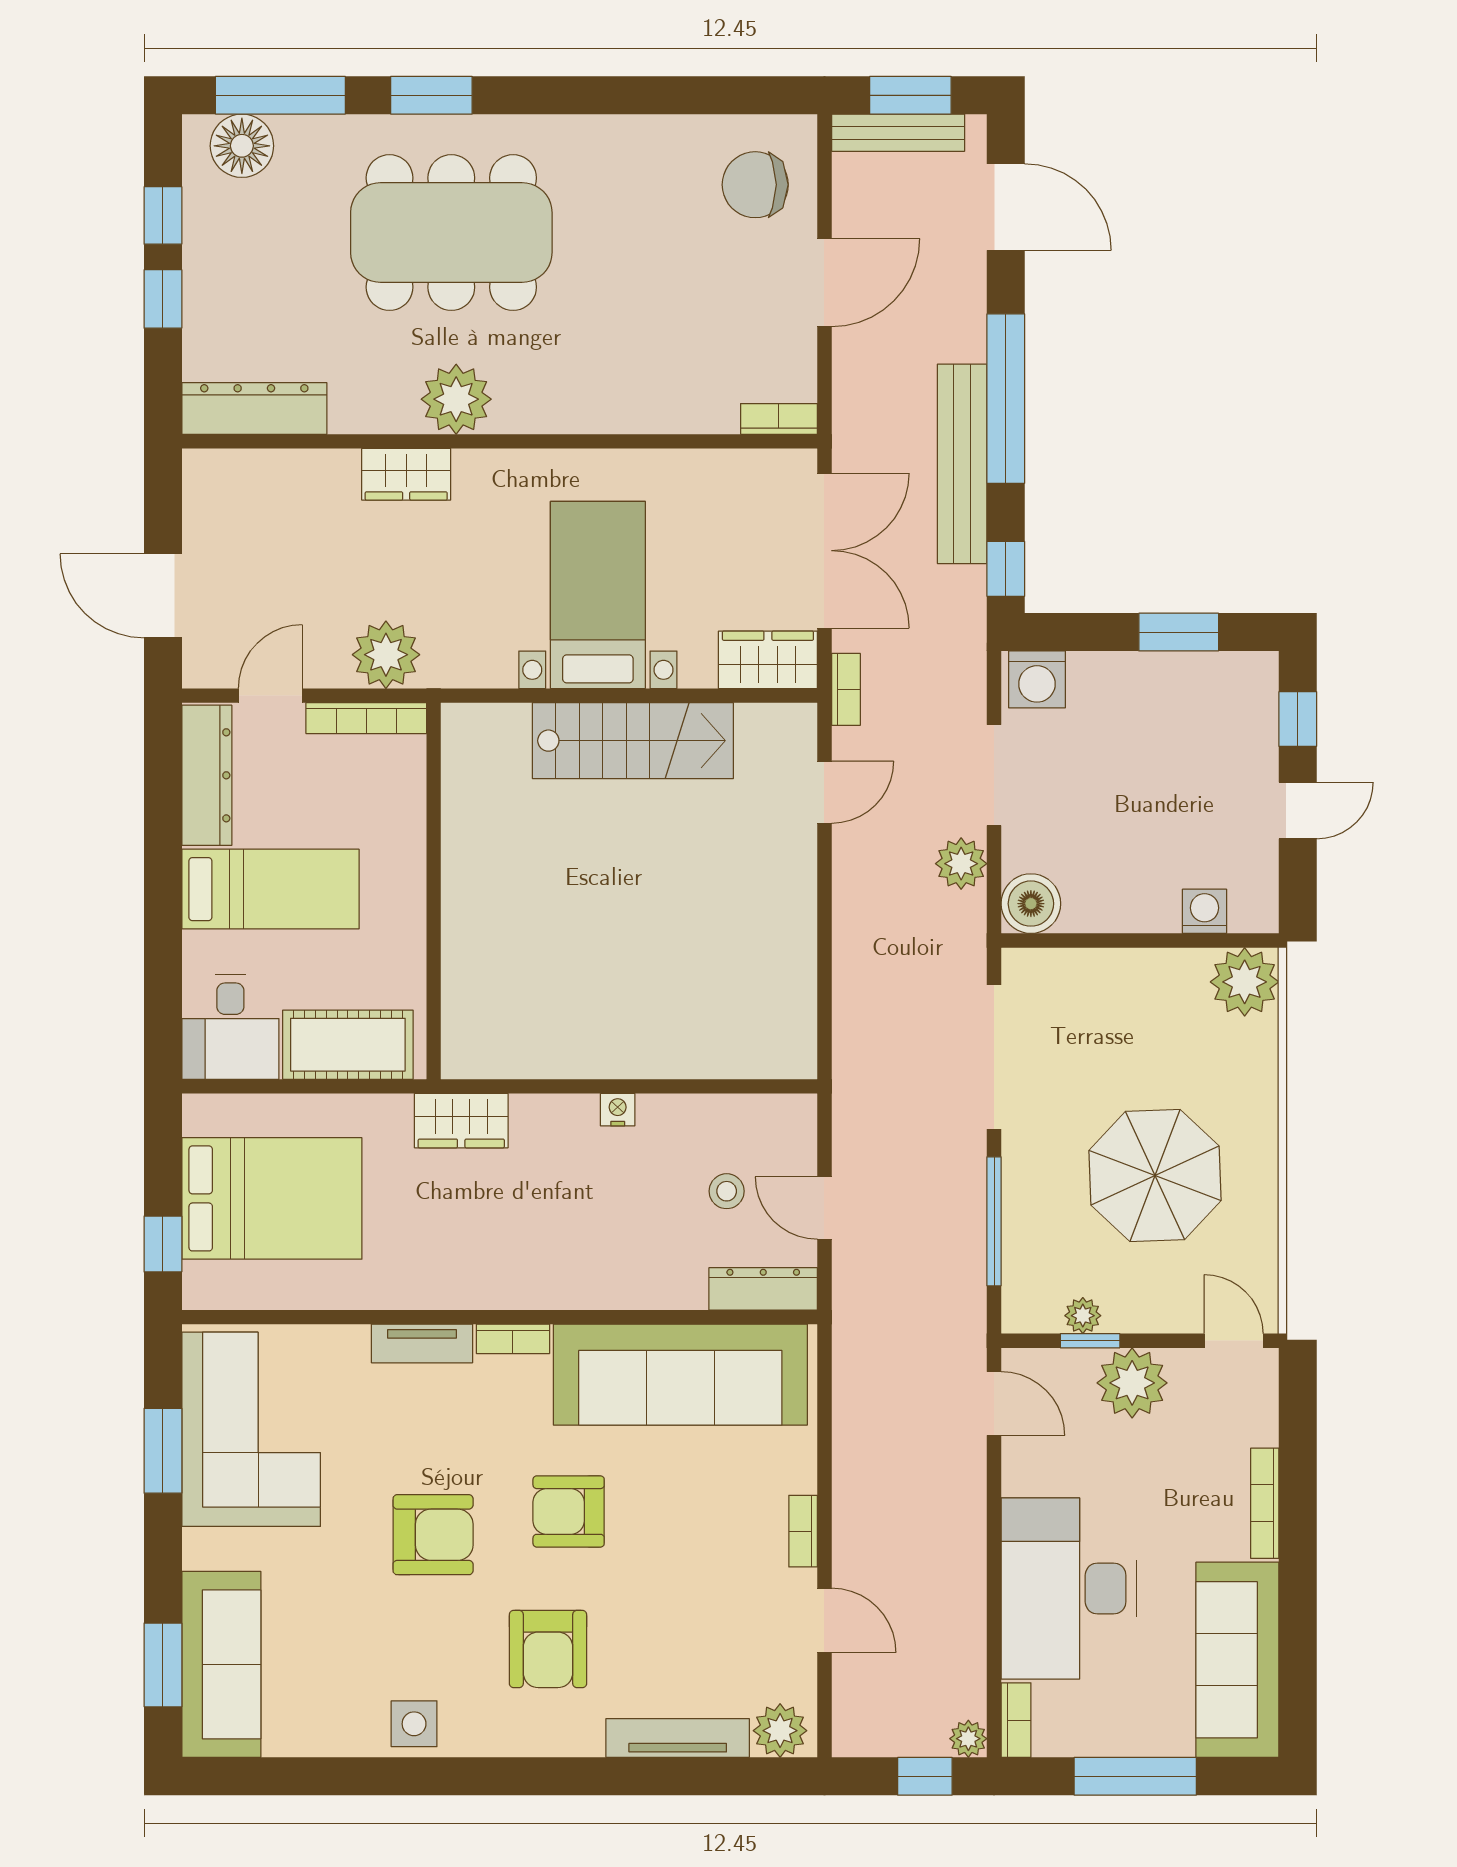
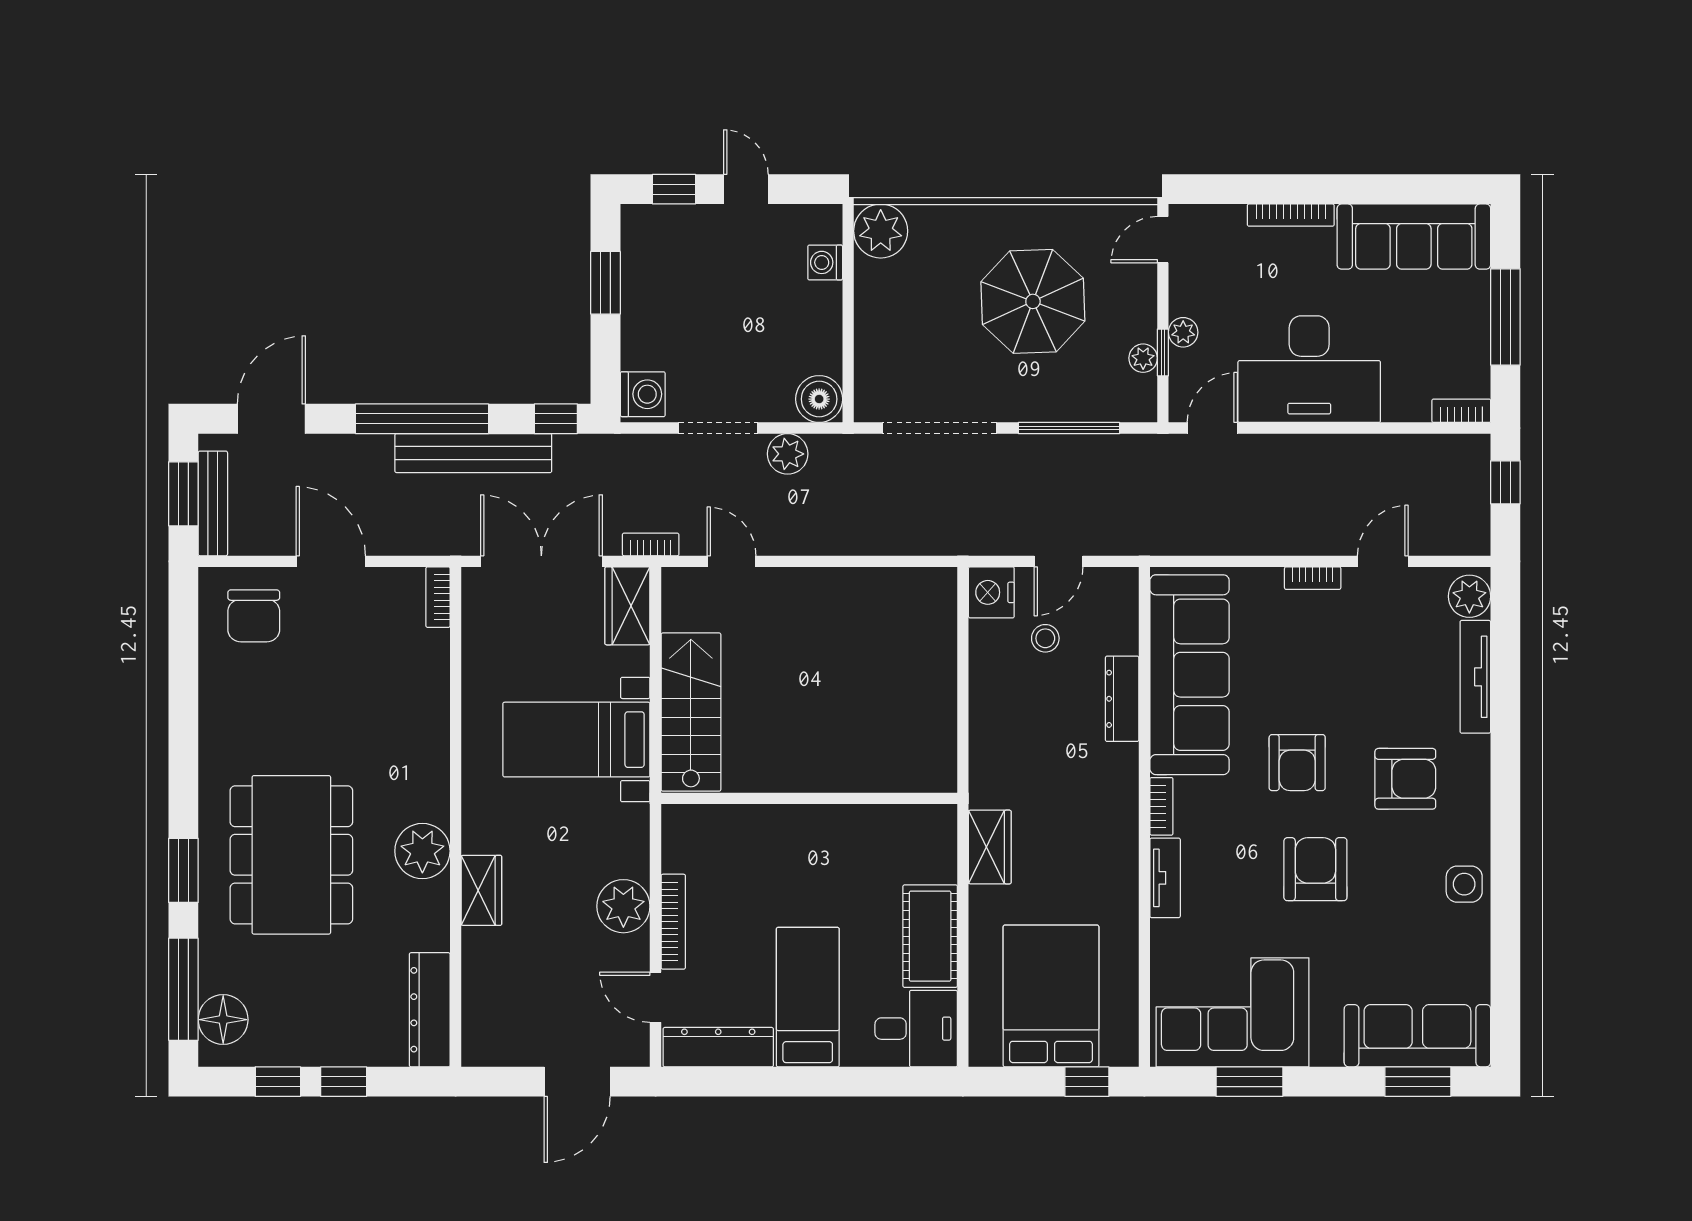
wall: (434, 891) -> (809, 798), moved
nightstand: (618, 1110) -> (991, 592), moved, width x1.89, depth x1.79
dresser: (763, 1289) -> (1122, 699), moved
plant: (1132, 1383) -> (1183, 332), width x0.53, depth x0.53
desk: (1069, 1589) -> (1309, 369), moved
plant: (968, 1739) -> (1476, 448), removed

